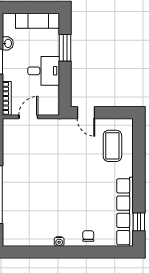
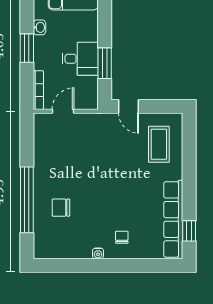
window: (65, 48) -> (105, 63), moved
chair: (27, 201) -> (61, 208), added
chair: (88, 236) -> (122, 237), moved

